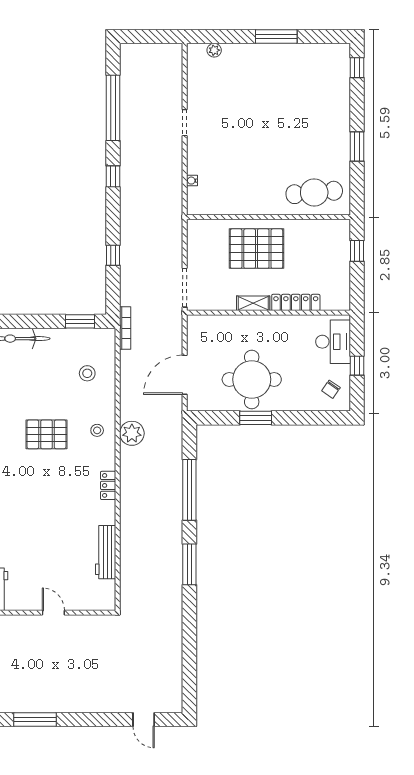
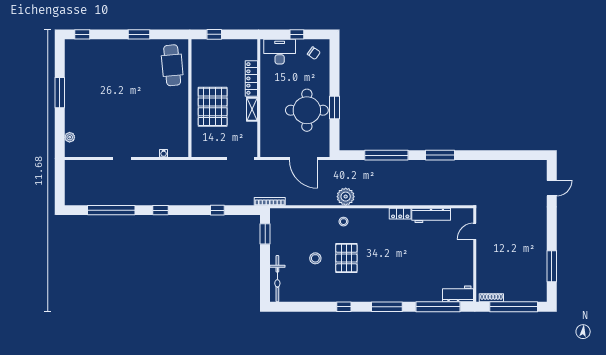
stool: (87, 373) -> (315, 258), moved
locker: (108, 485) -> (400, 214), moved
door: (53, 613) -> (475, 231), moved

